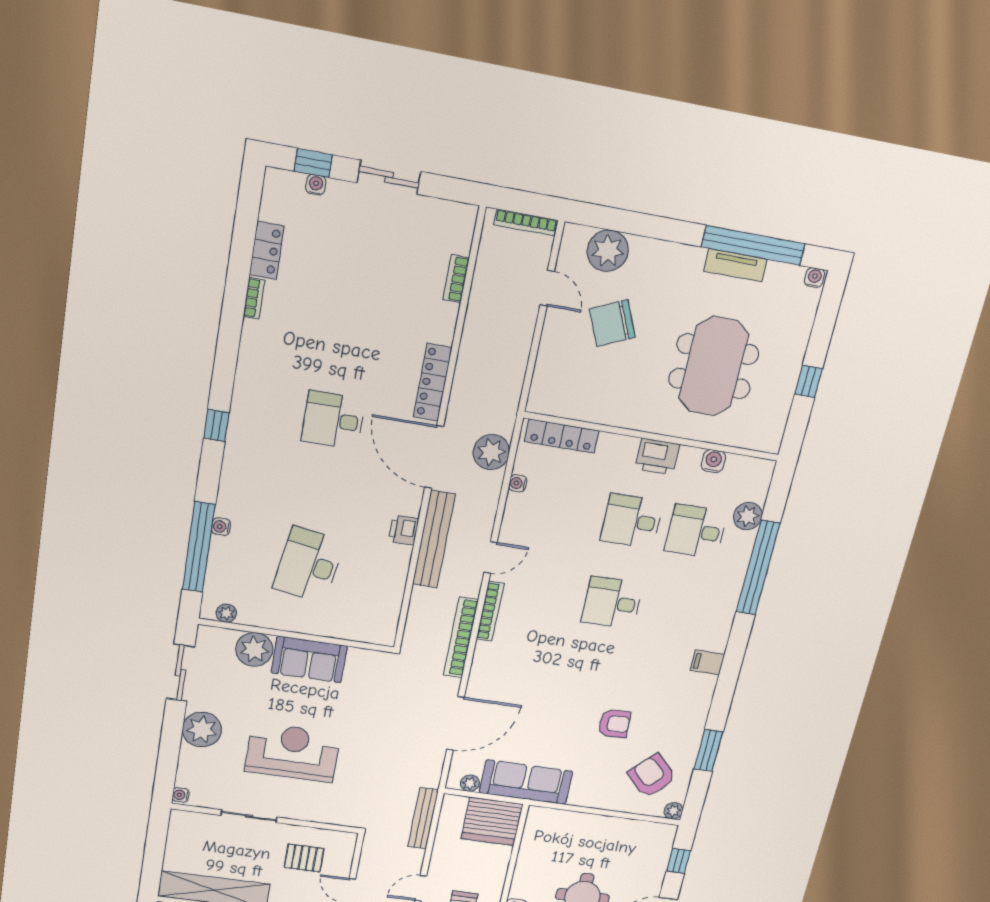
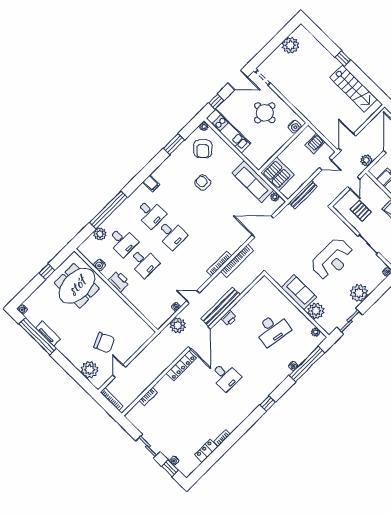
meeting table: (714, 366) -> (77, 286), moved
locker: (562, 436) -> (149, 314), removed
door: (490, 557) -> (193, 297), moved
desk: (675, 613) -> (151, 213), added
reception desk: (293, 752) -> (332, 259), turned -90
kitchen unit: (626, 831) -> (228, 131), added

